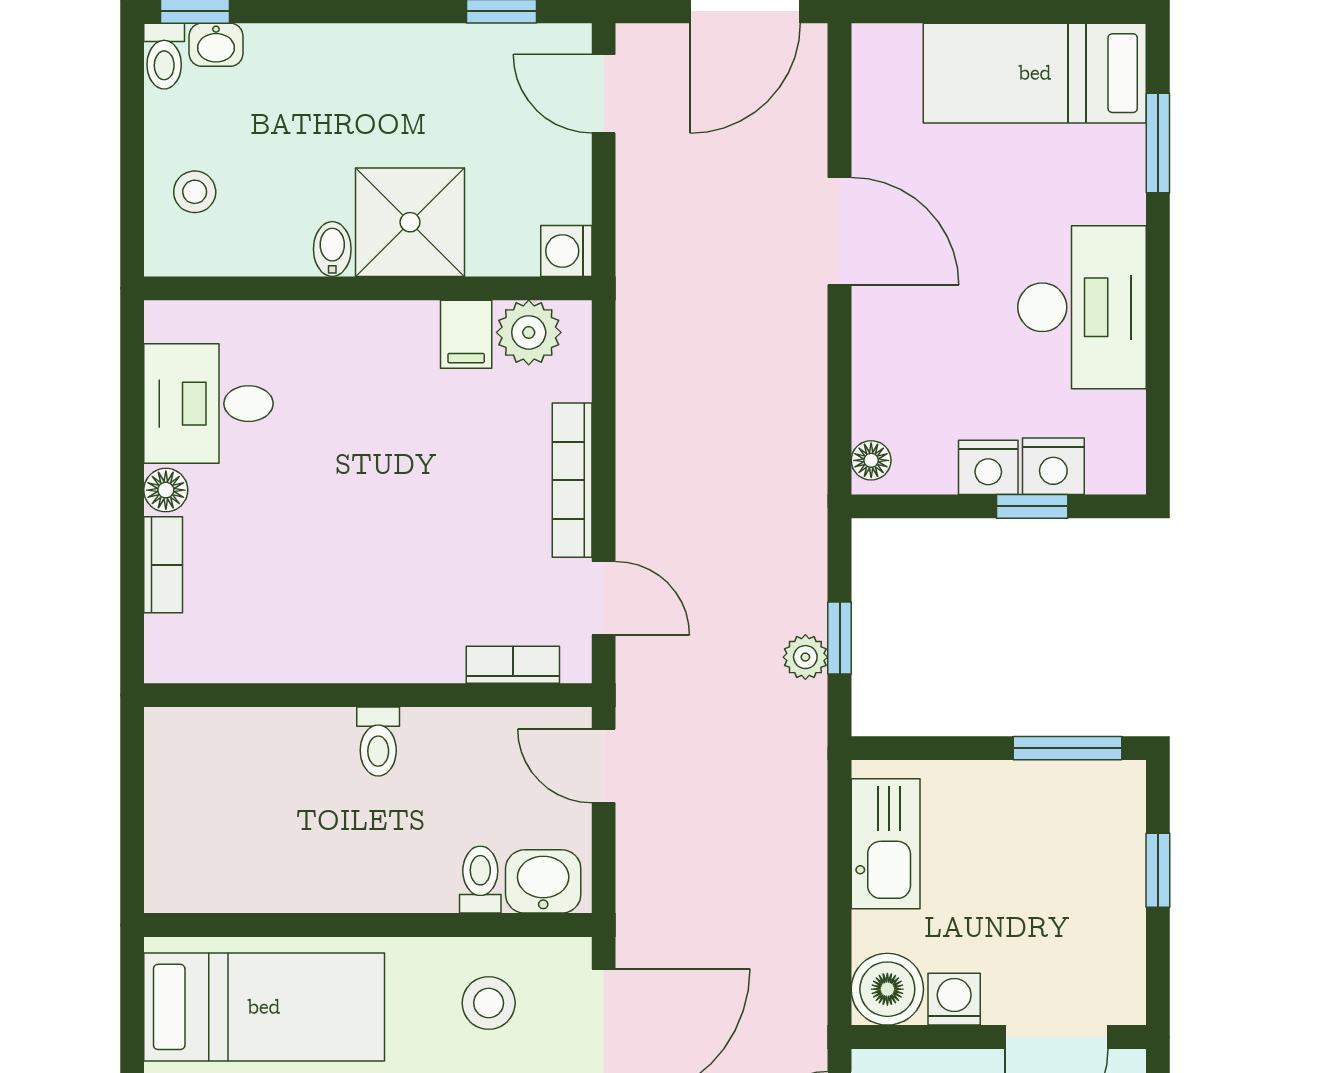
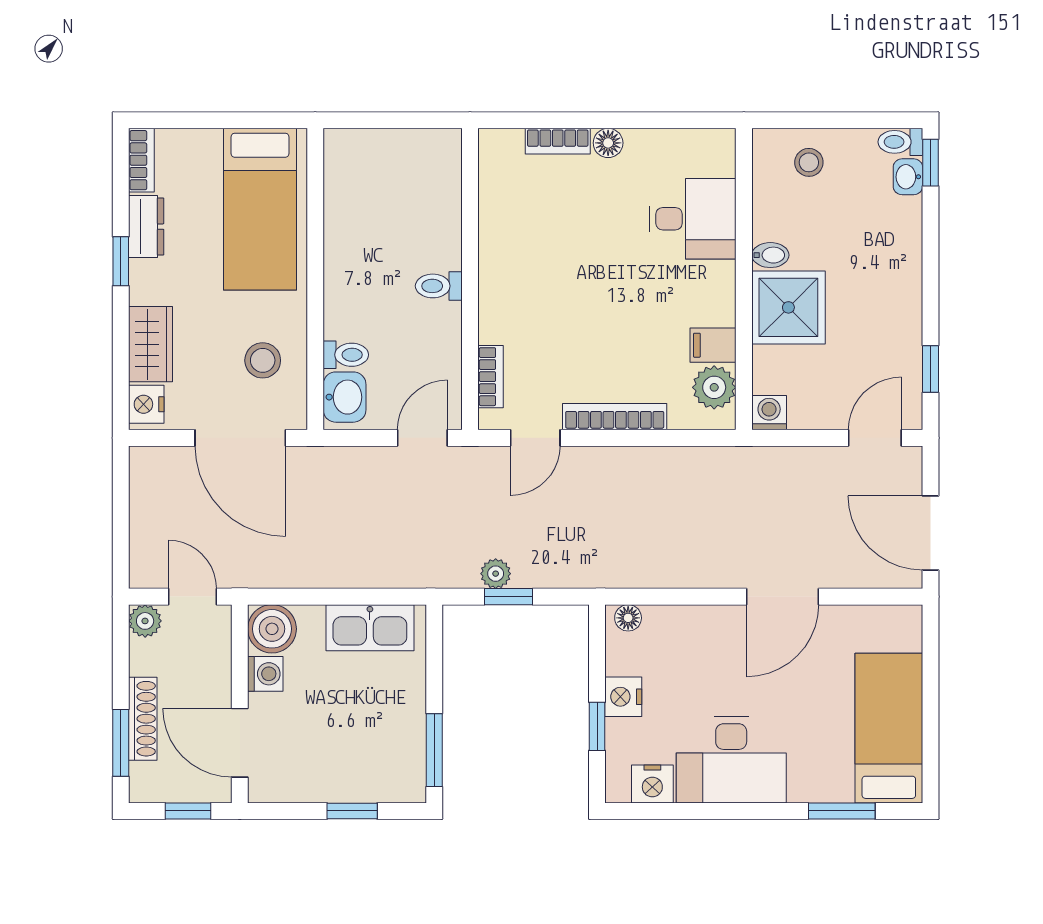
desk: (208, 404) -> (692, 219), moved, turned 90
nightstand: (1053, 466) -> (652, 784), moved, turned -90

